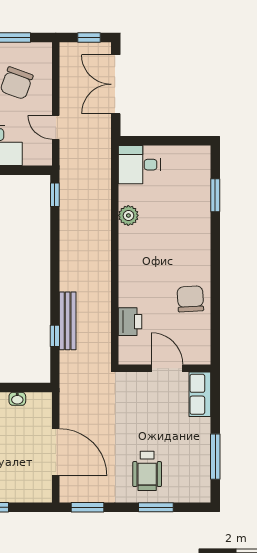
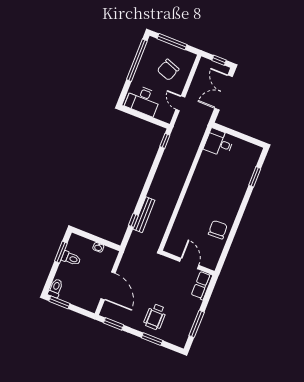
plant: (128, 215) -> (202, 169), removed
printer: (130, 322) -> (179, 229), removed

